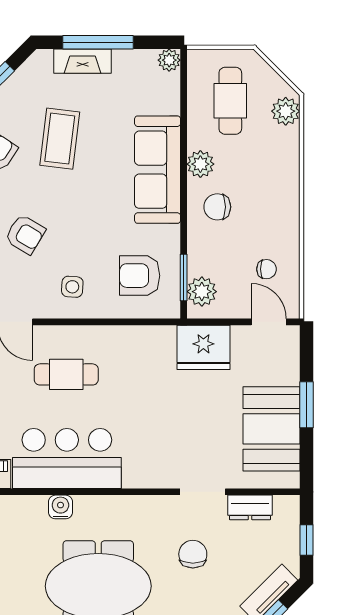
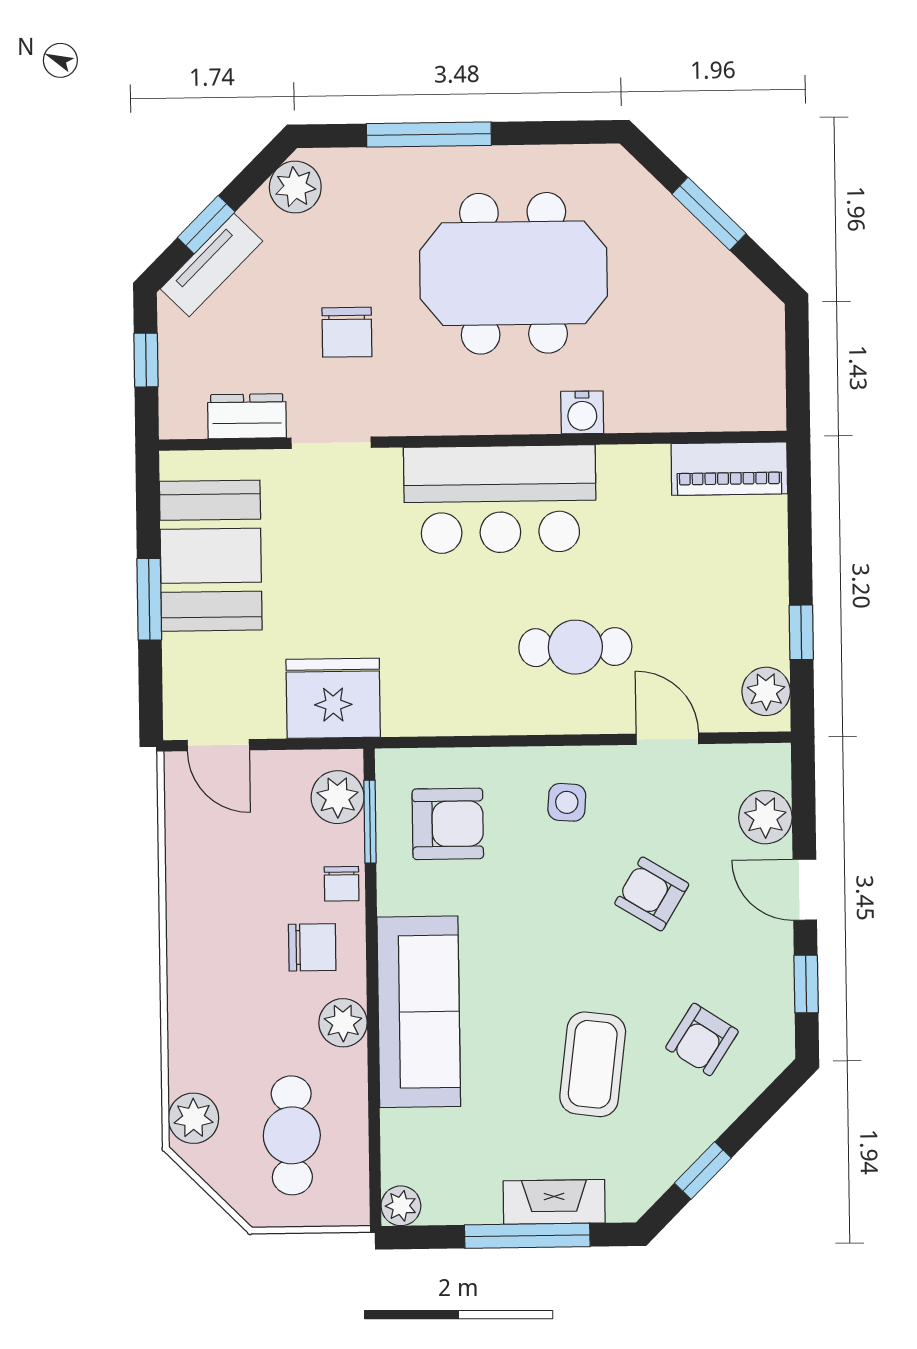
chair: (267, 269) -> (342, 884), moved, turned -90
bar counter: (67, 459) -> (500, 499), moved

